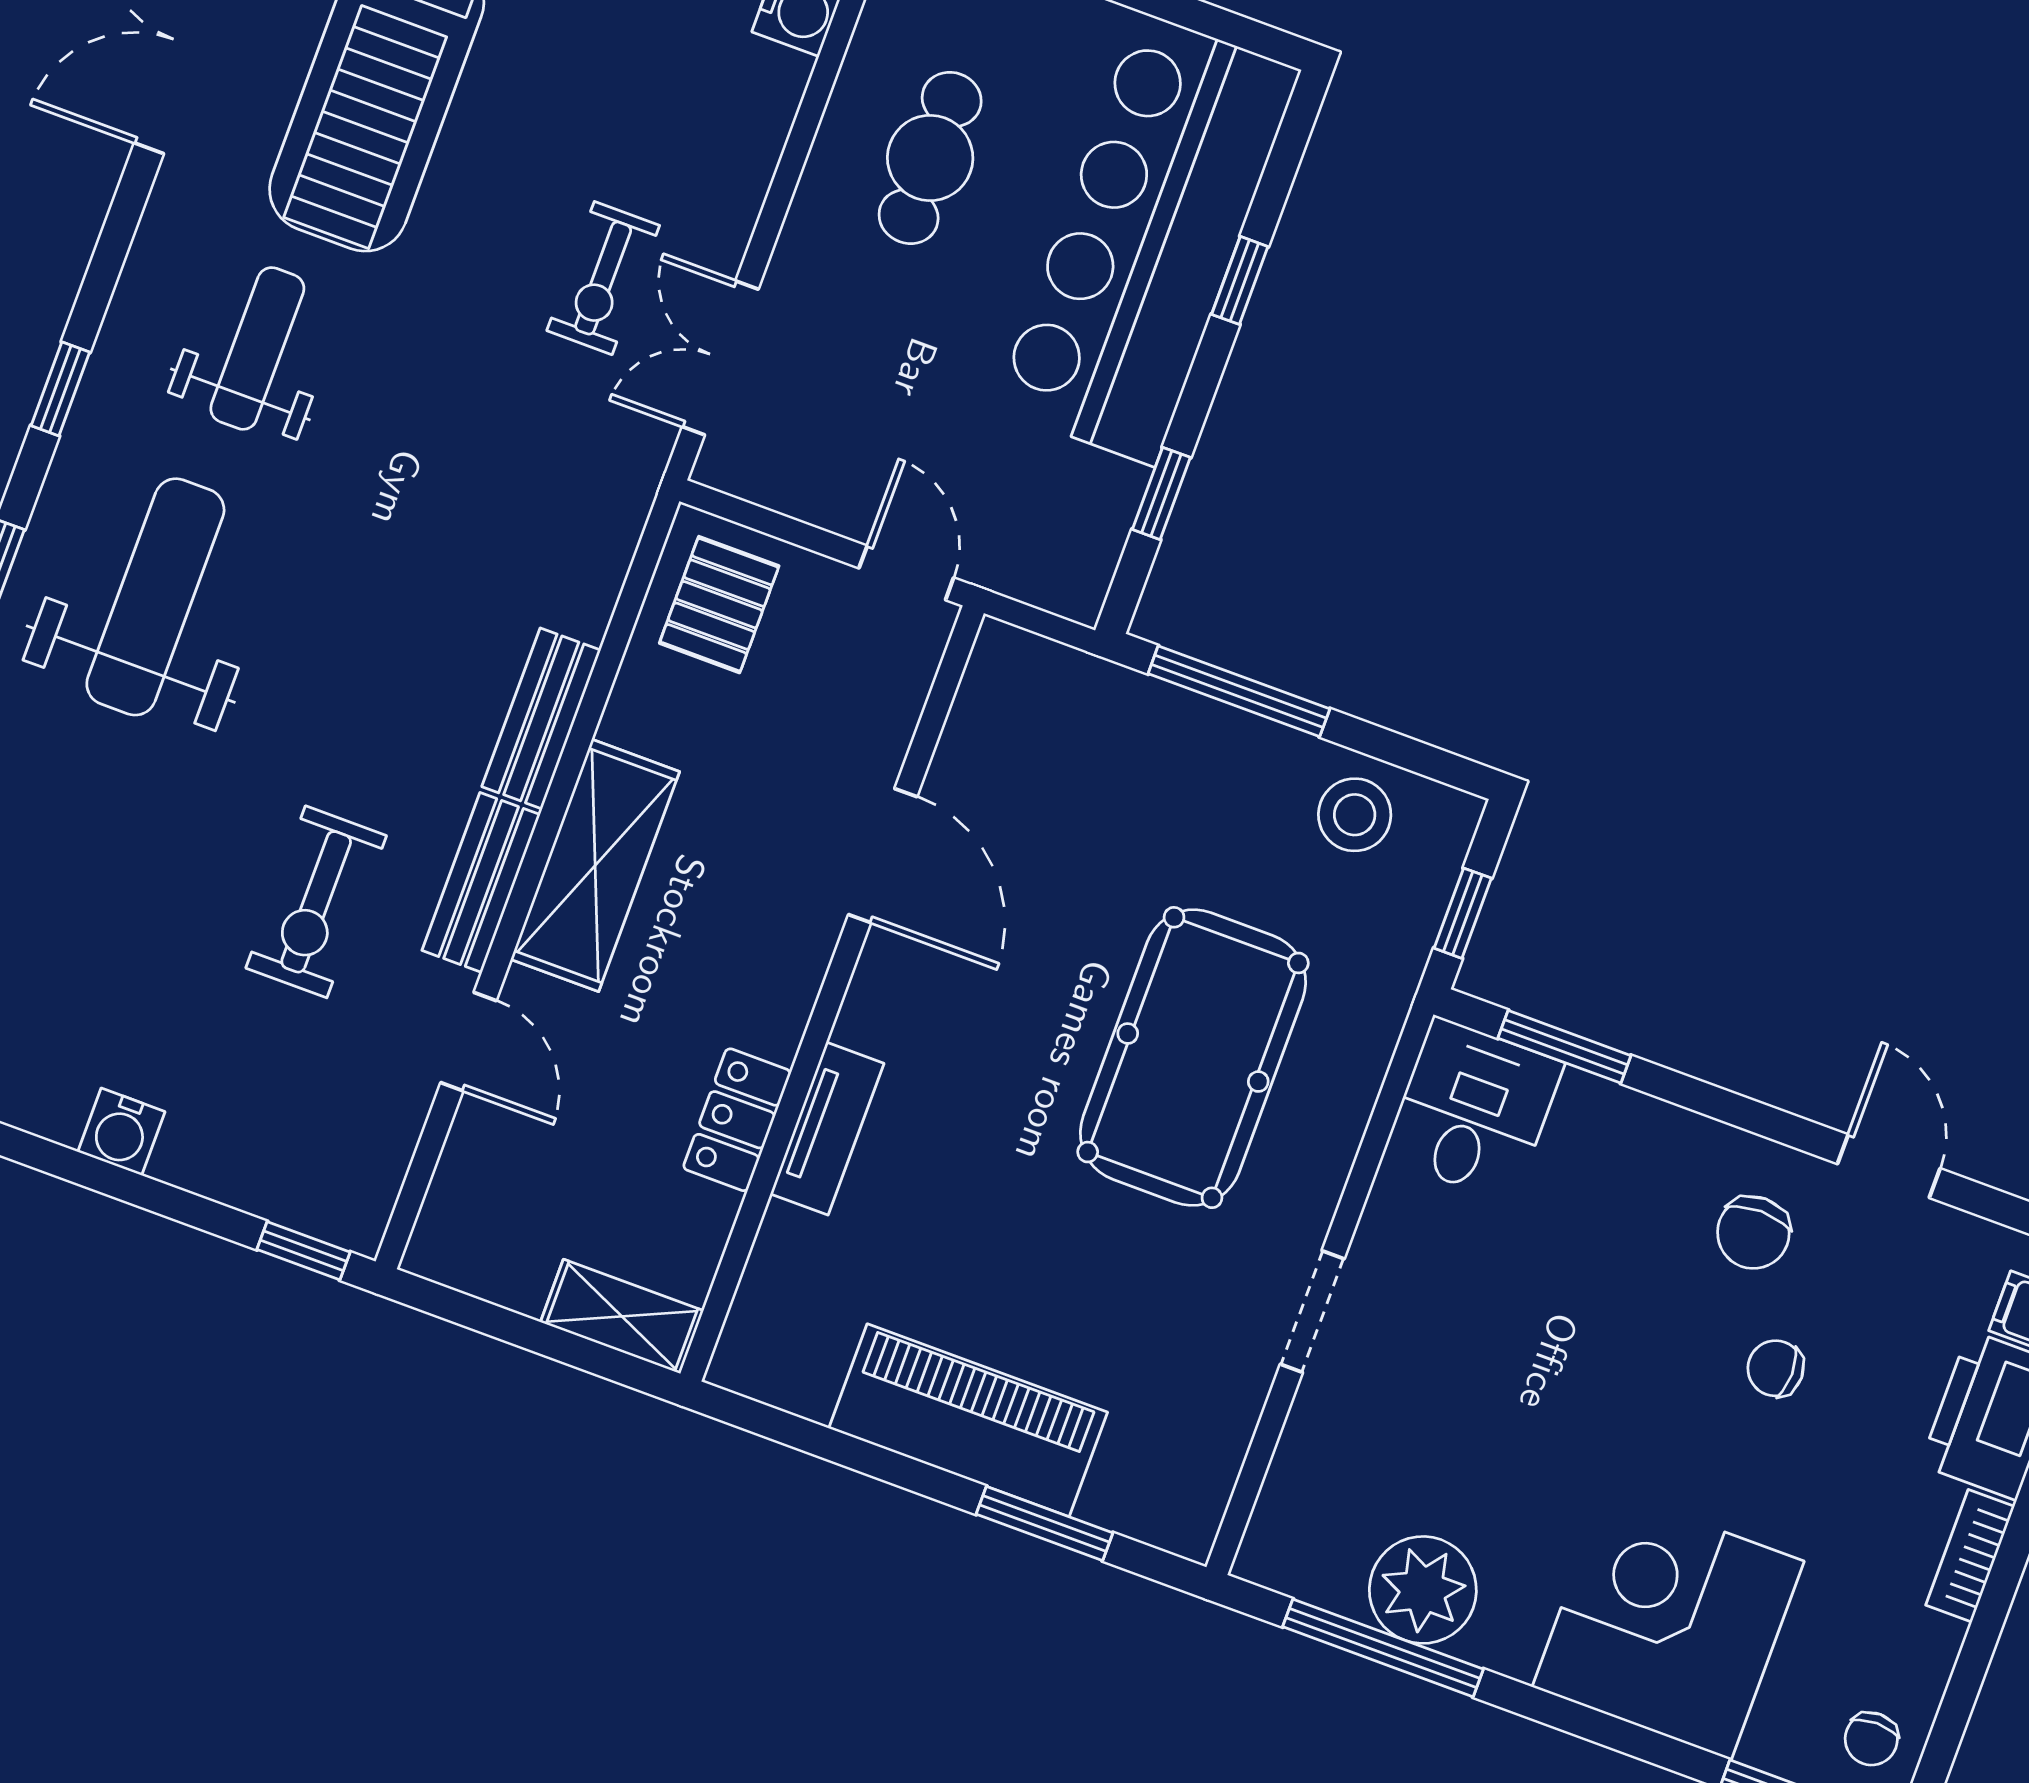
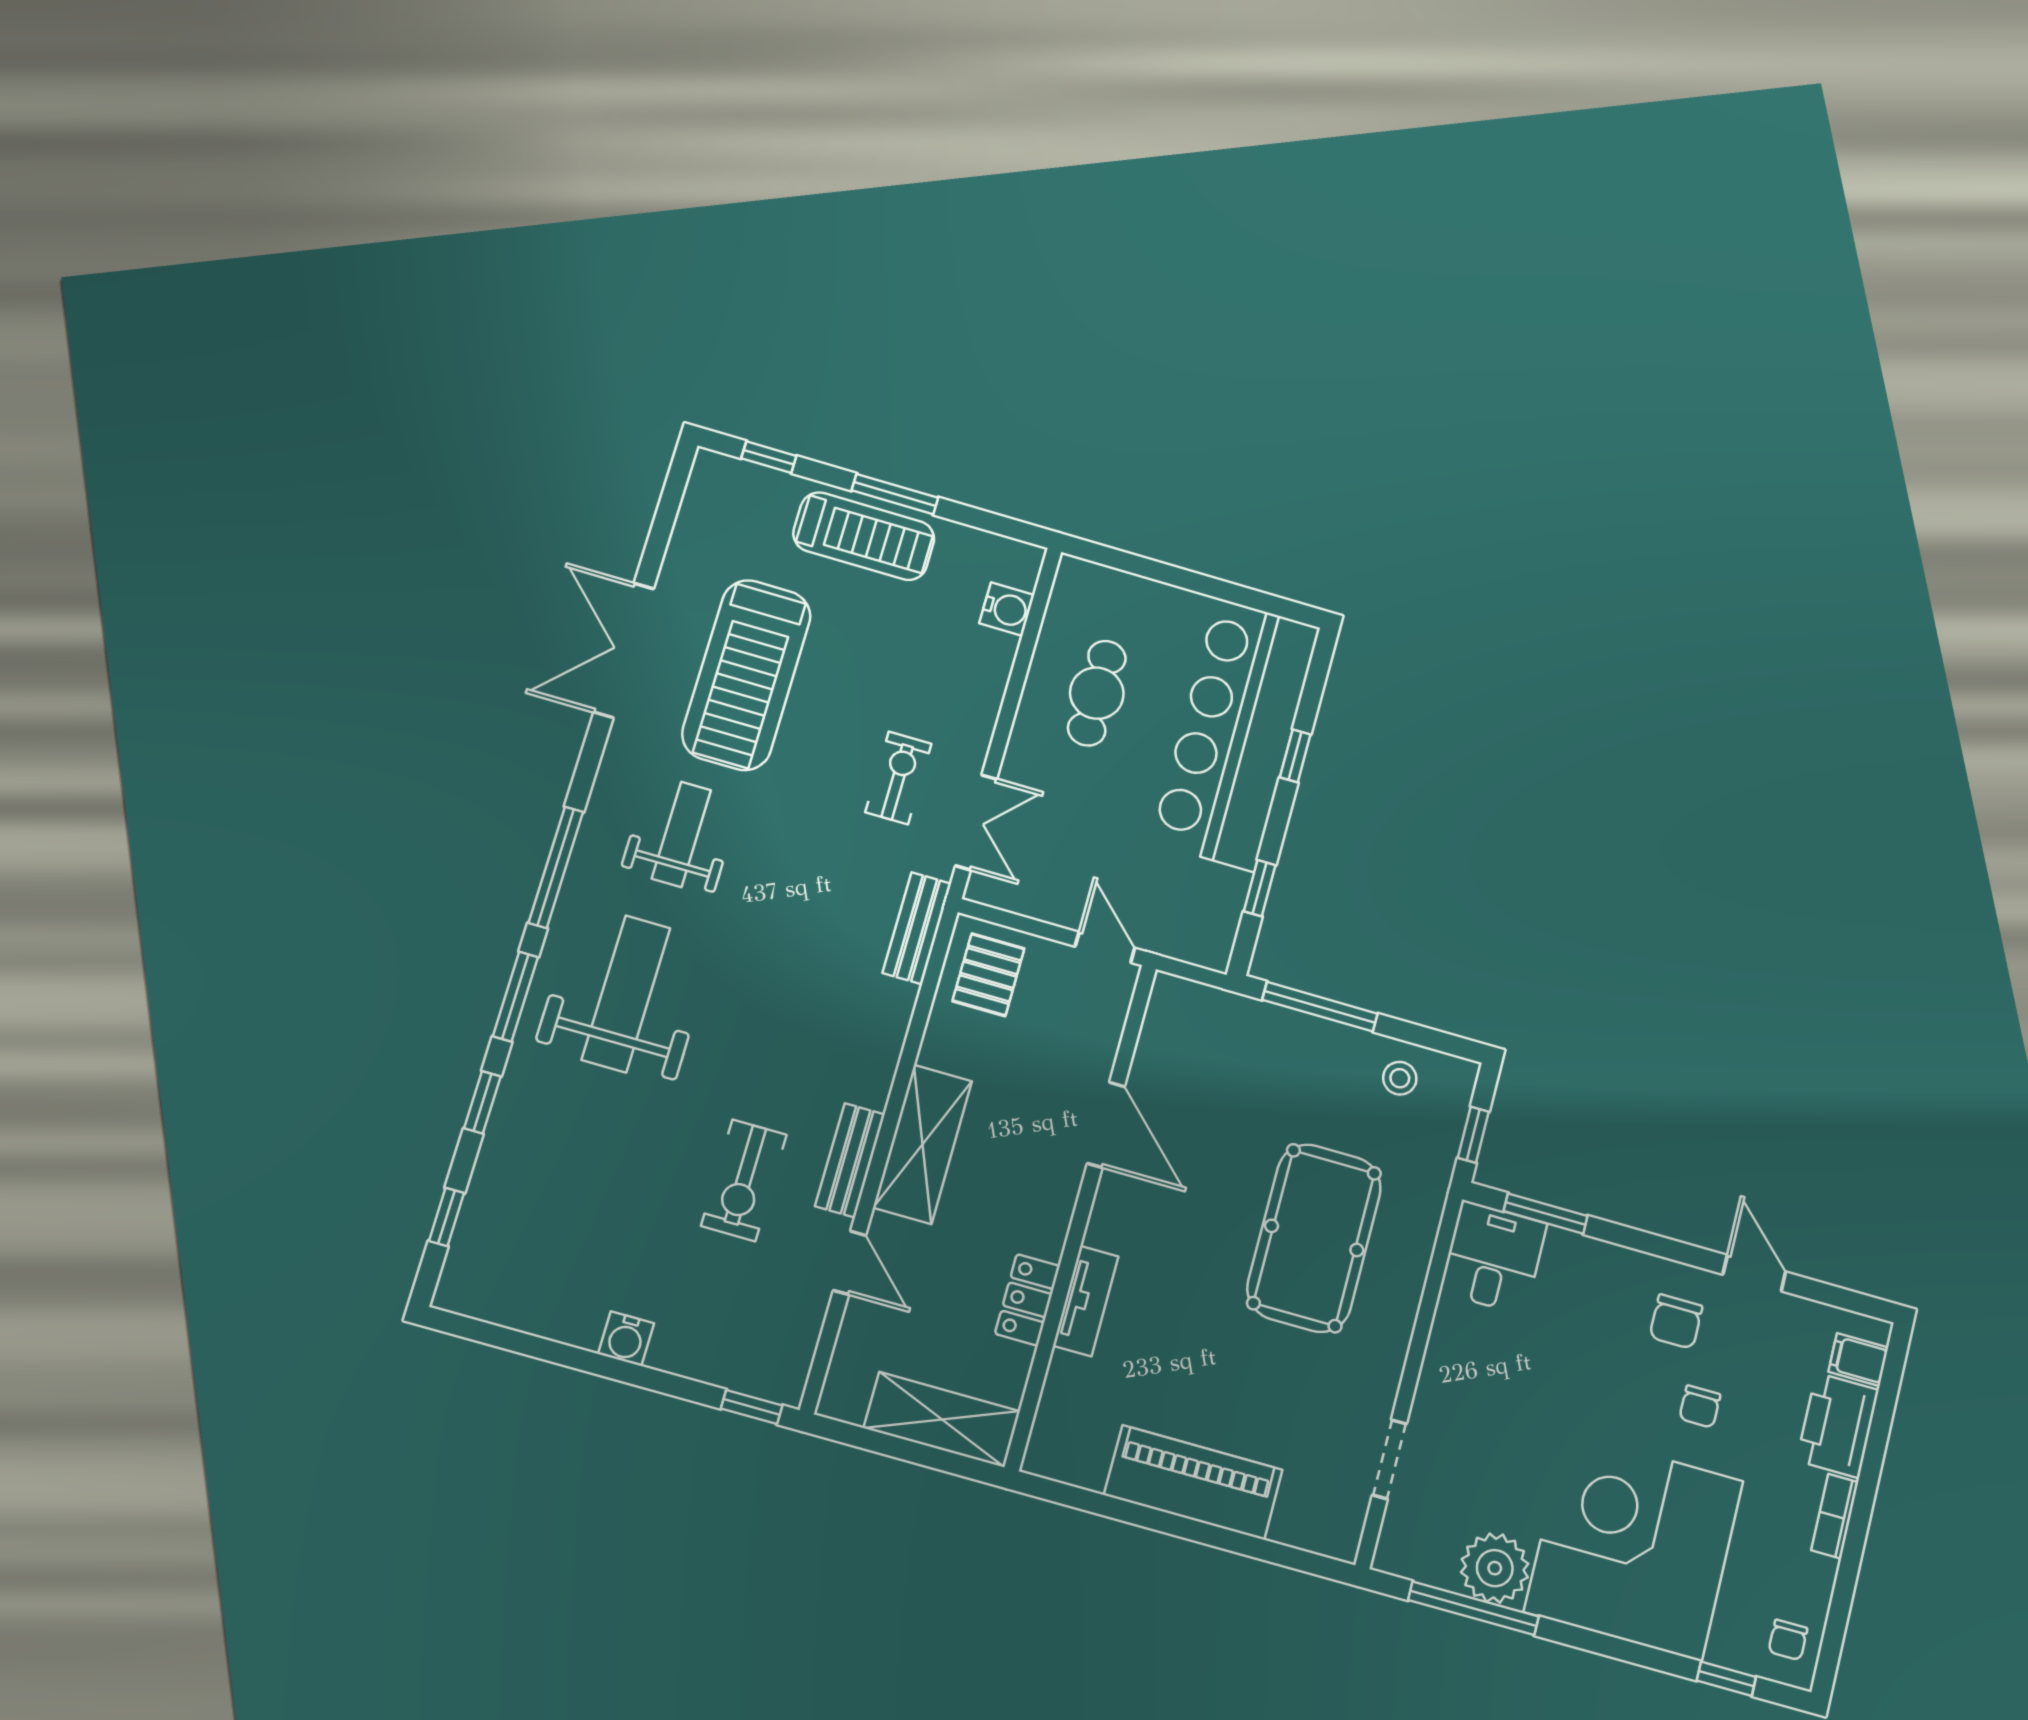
exercise bike: (603, 278) -> (898, 778), turned 180
double door: (720, 358) -> (976, 822), swing flipped
window: (60, 389) -> (556, 867), width x2.17
bench: (541, 718) -> (917, 928), moved
stool: (1355, 815) -> (1400, 1078), width x0.73, depth x0.73
doorway: (1312, 1312) -> (1389, 1459), moved
shelving: (622, 1316) -> (942, 1420), width x1.50, depth x1.33
chair: (1776, 1368) -> (1700, 1407), turned -90
window: (1045, 1523) -> (1249, 1546), removed
corner desk: (1668, 1624) -> (1634, 1546), width x1.36, depth x1.36

